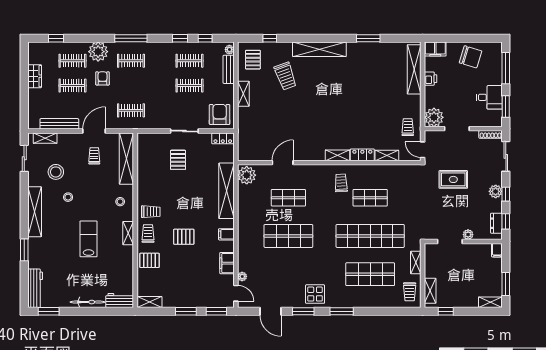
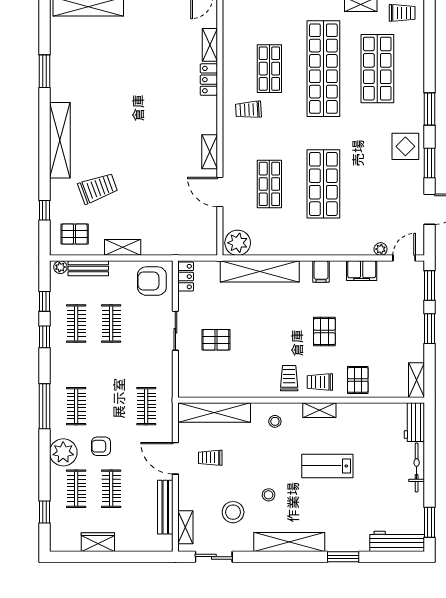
trolley: (408, 127) -> (170, 16), removed
shelving: (337, 155) -> (210, 152), moved

